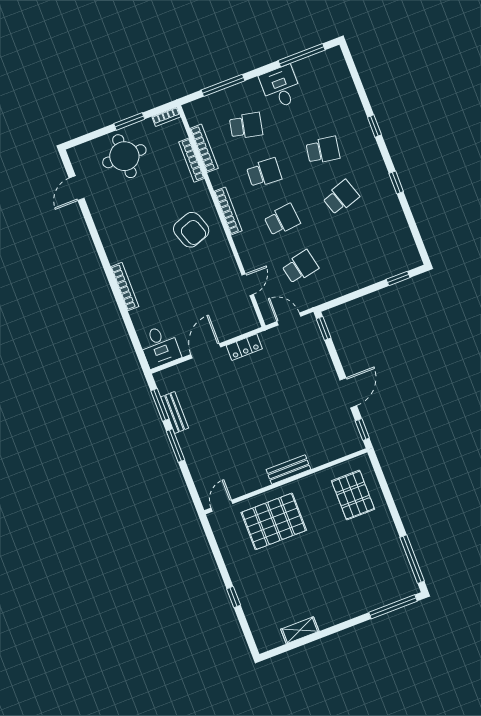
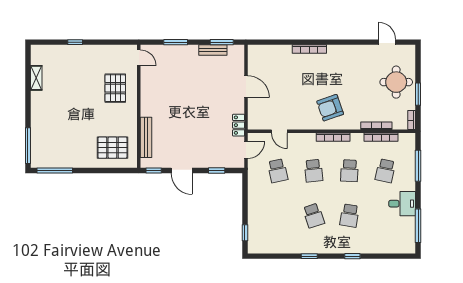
window: (324, 328) -> (217, 171), moved
desk: (160, 346) -> (261, 57), removed
locker: (244, 347) -> (239, 125), moved
window: (175, 446) -> (176, 42), moved
bench: (288, 469) -> (146, 137), moved, width x1.36
pallet: (274, 521) -> (115, 88), width x0.73, depth x0.71

